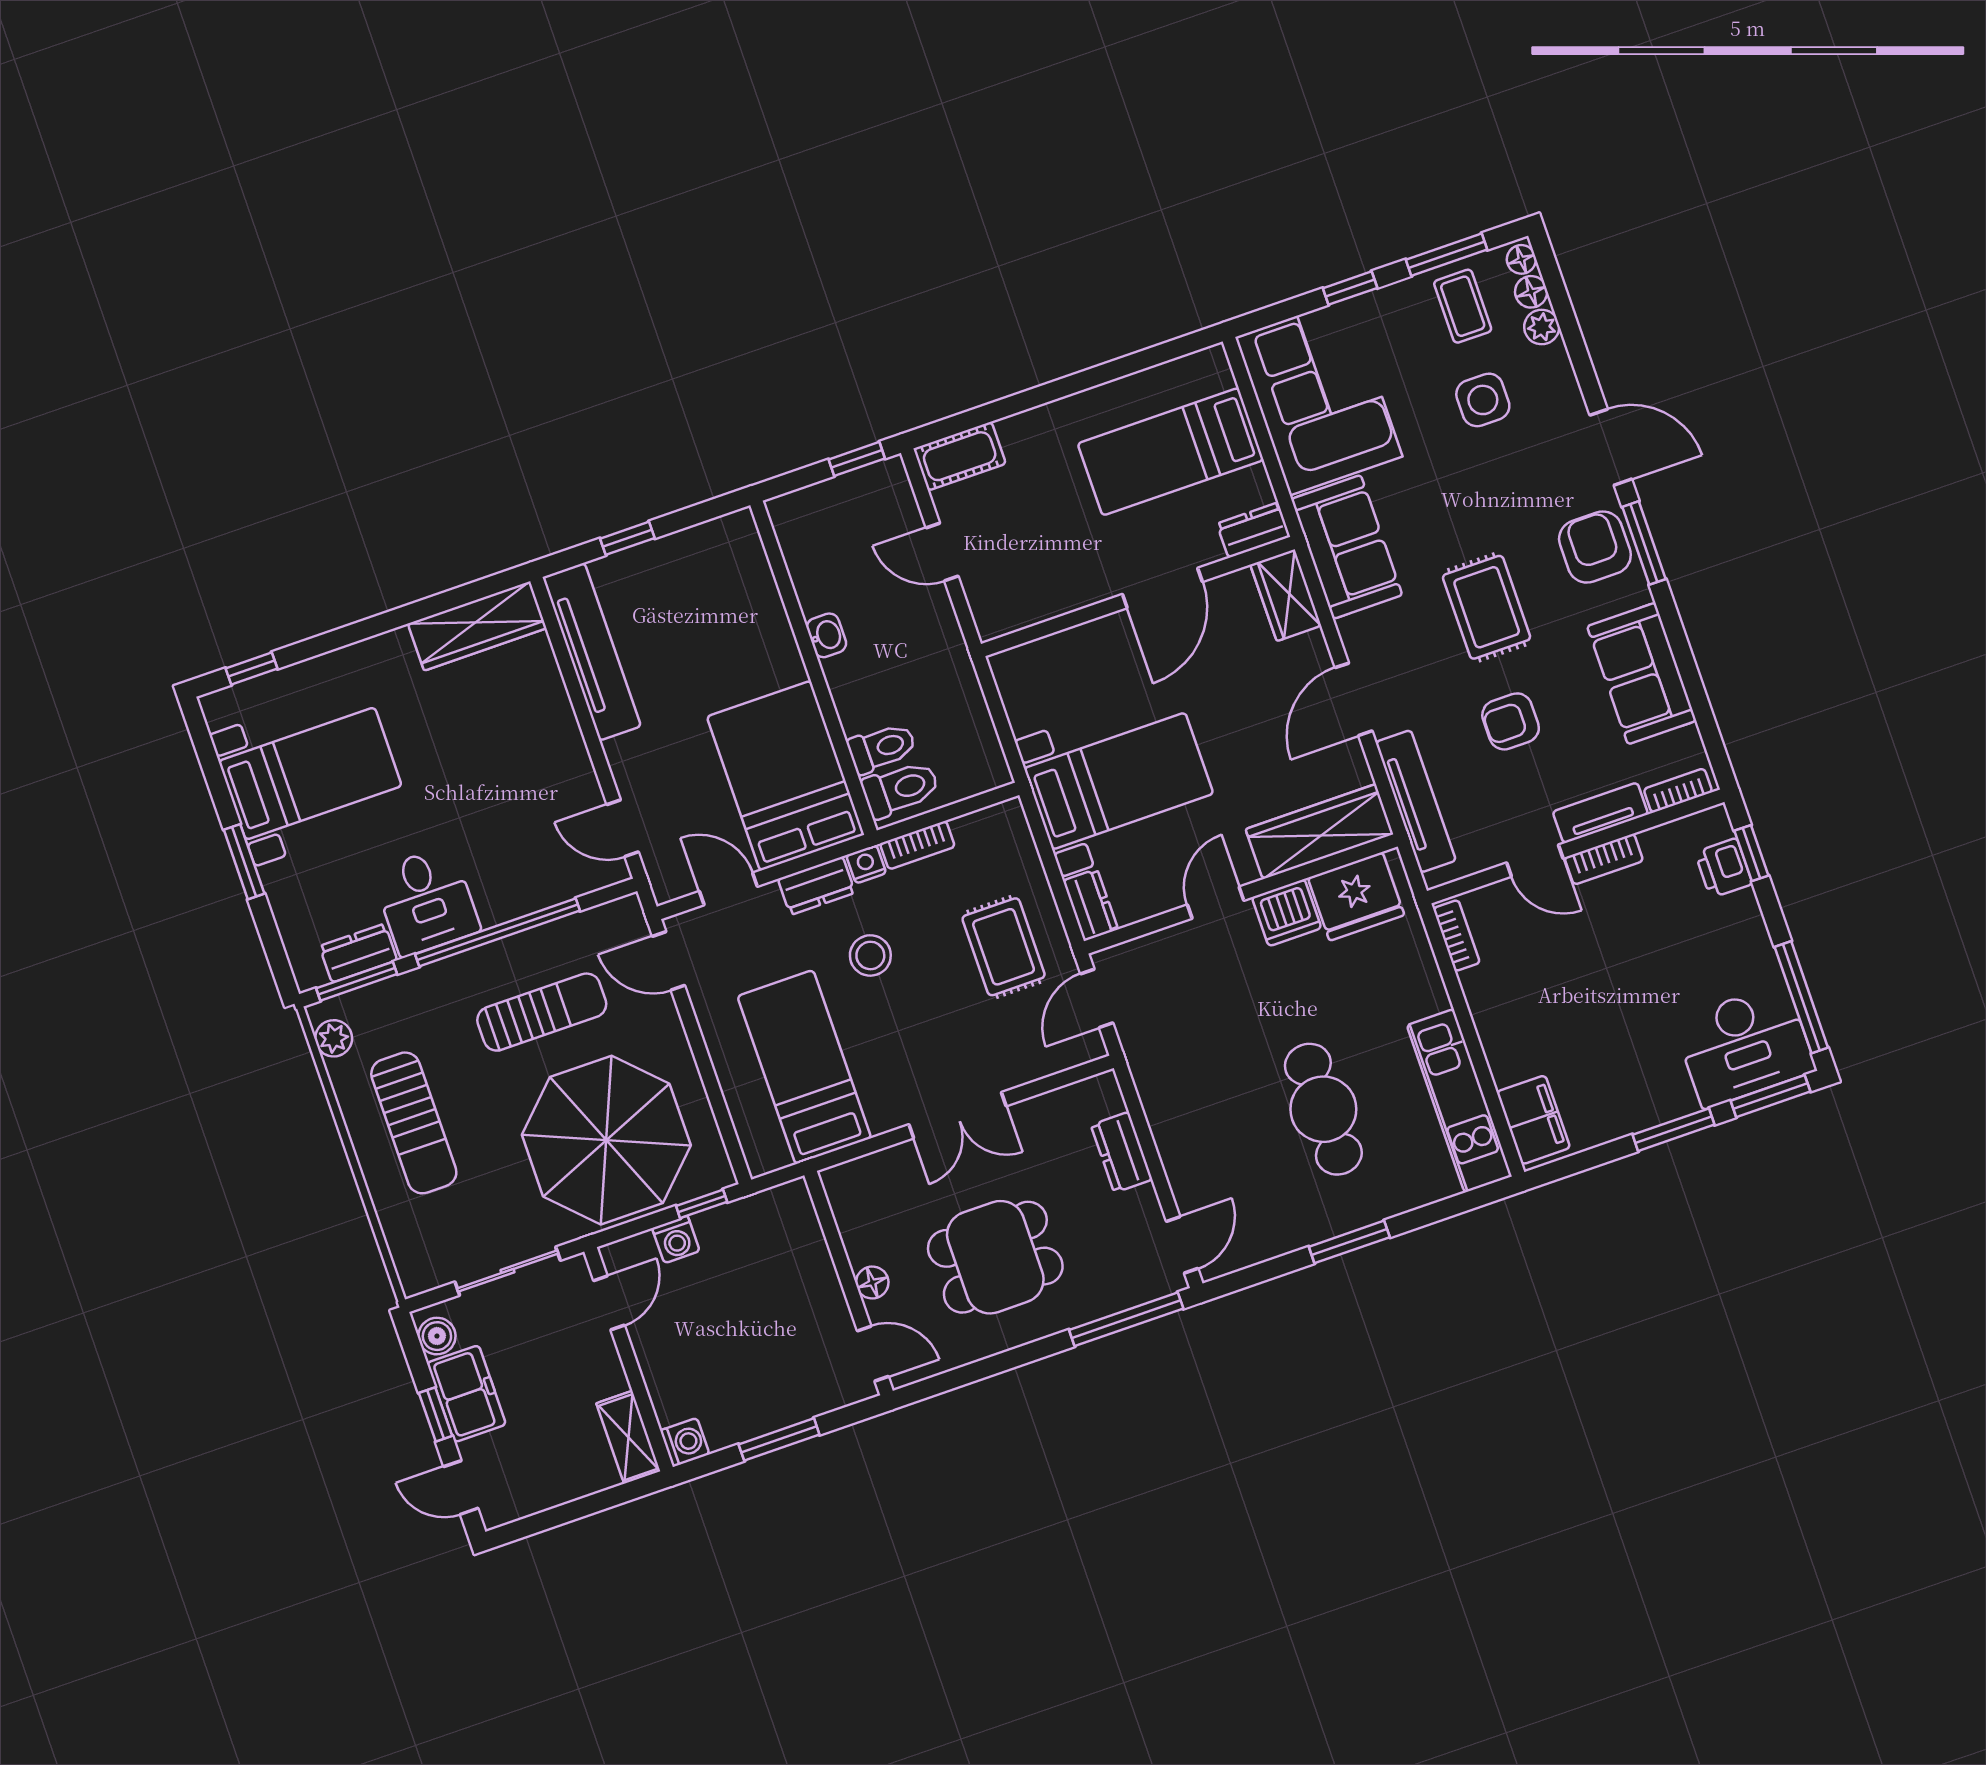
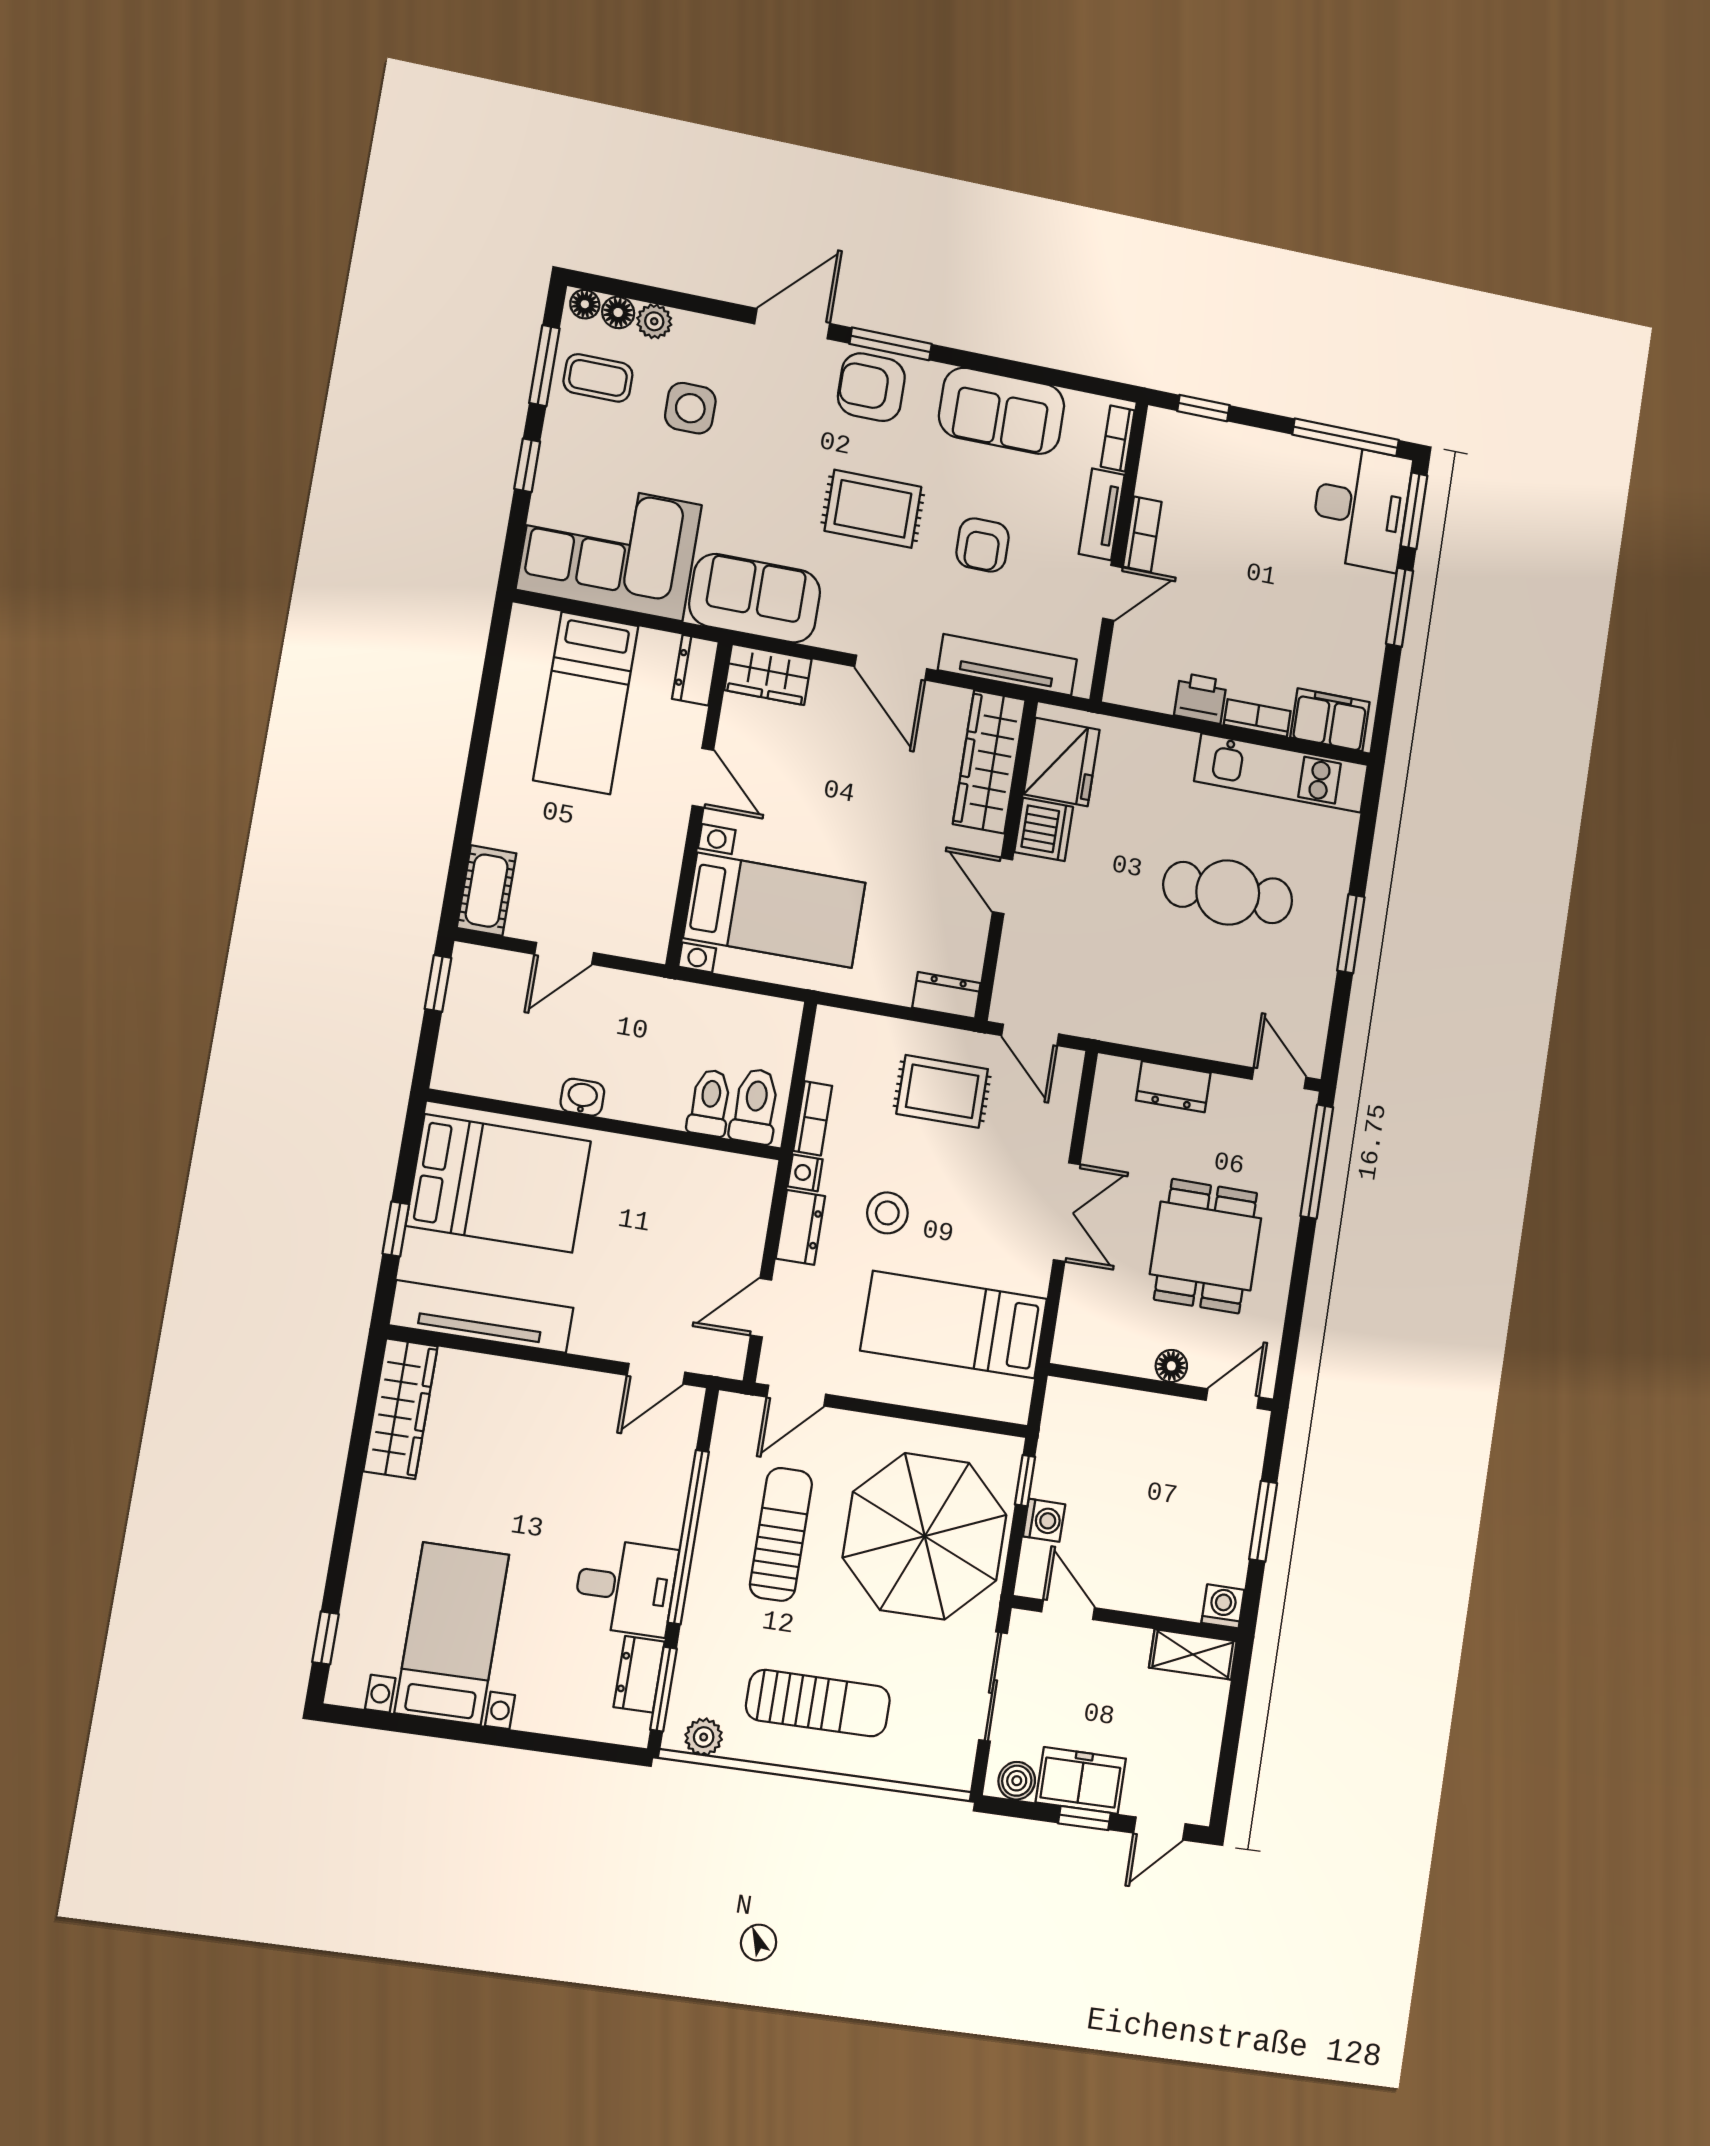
door: (1162, 588) -> (703, 778), width x0.73
bed: (786, 776) -> (499, 1183), moved, turned 180
bed with nightstands: (1119, 781) -> (775, 910), moved, turned 90
window: (244, 862) -> (499, 1737), removed
printer: (1724, 868) -> (1200, 698), moved, turned 180
bookcase: (1457, 936) -> (1257, 718), moved

